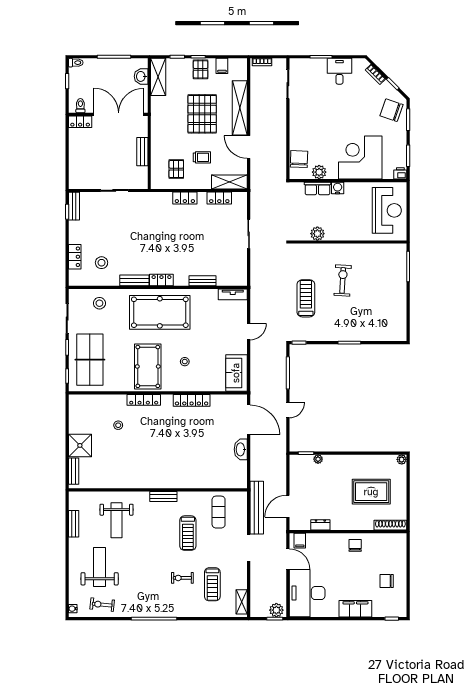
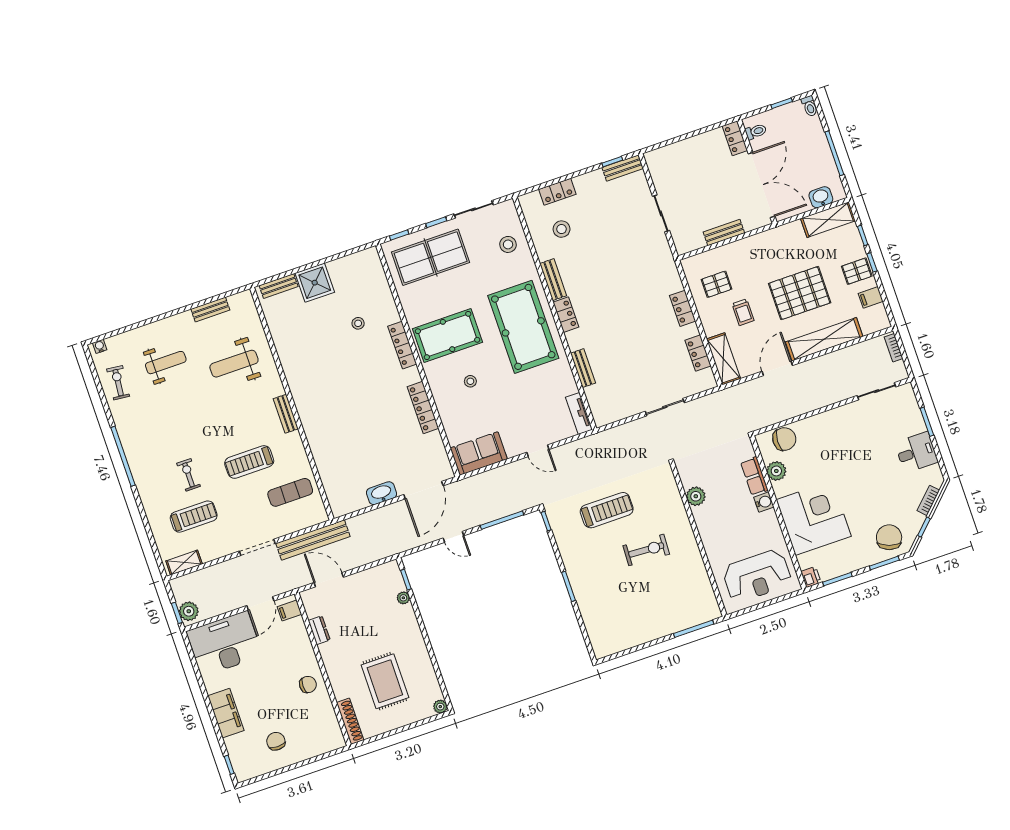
weight bench: (100, 567) -> (166, 363), width x0.73, depth x0.75
treadmill: (212, 584) -> (194, 517), turned 180

